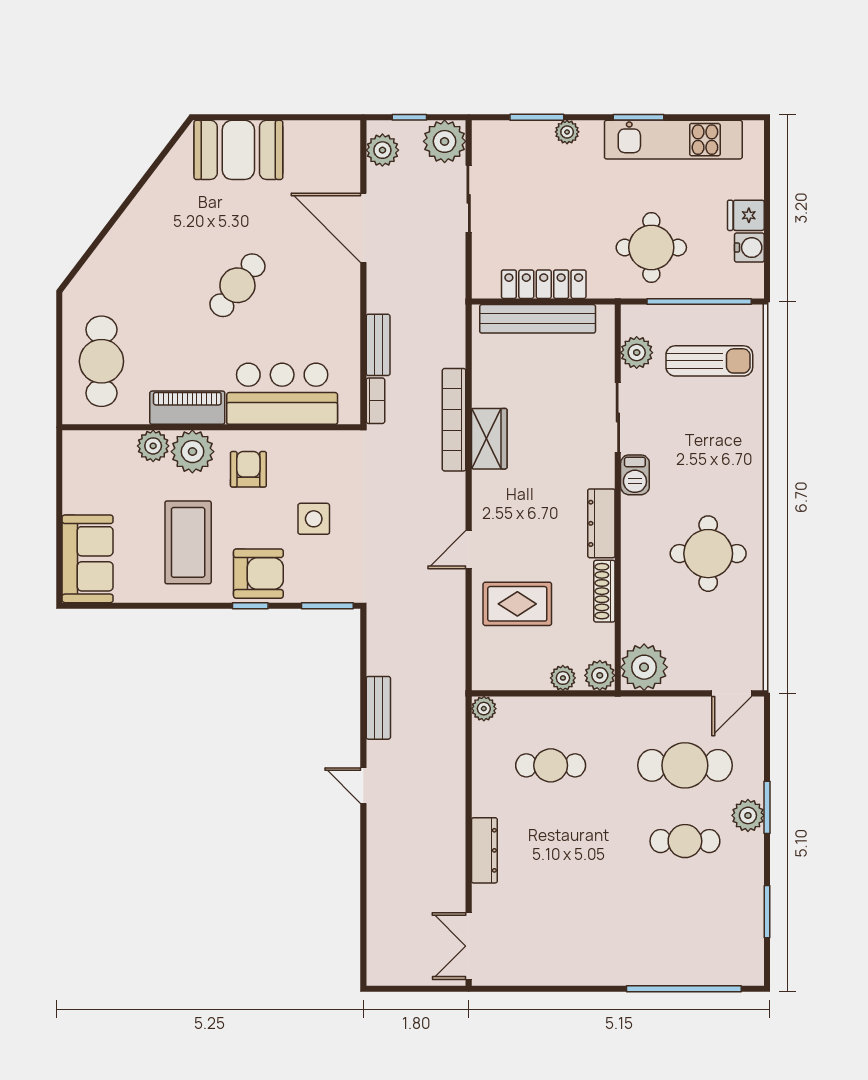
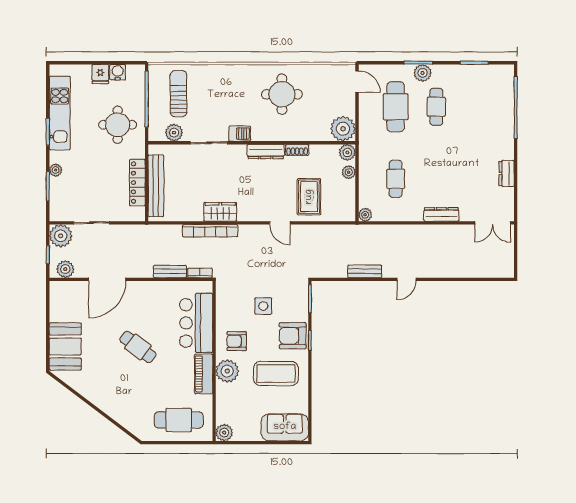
plant: (153, 446) -> (224, 433), moved
armchair: (258, 574) -> (293, 336), turned -90
shoe rack: (604, 591) -> (297, 150), width x0.70
dresser: (561, 972) -> (507, 174), added

